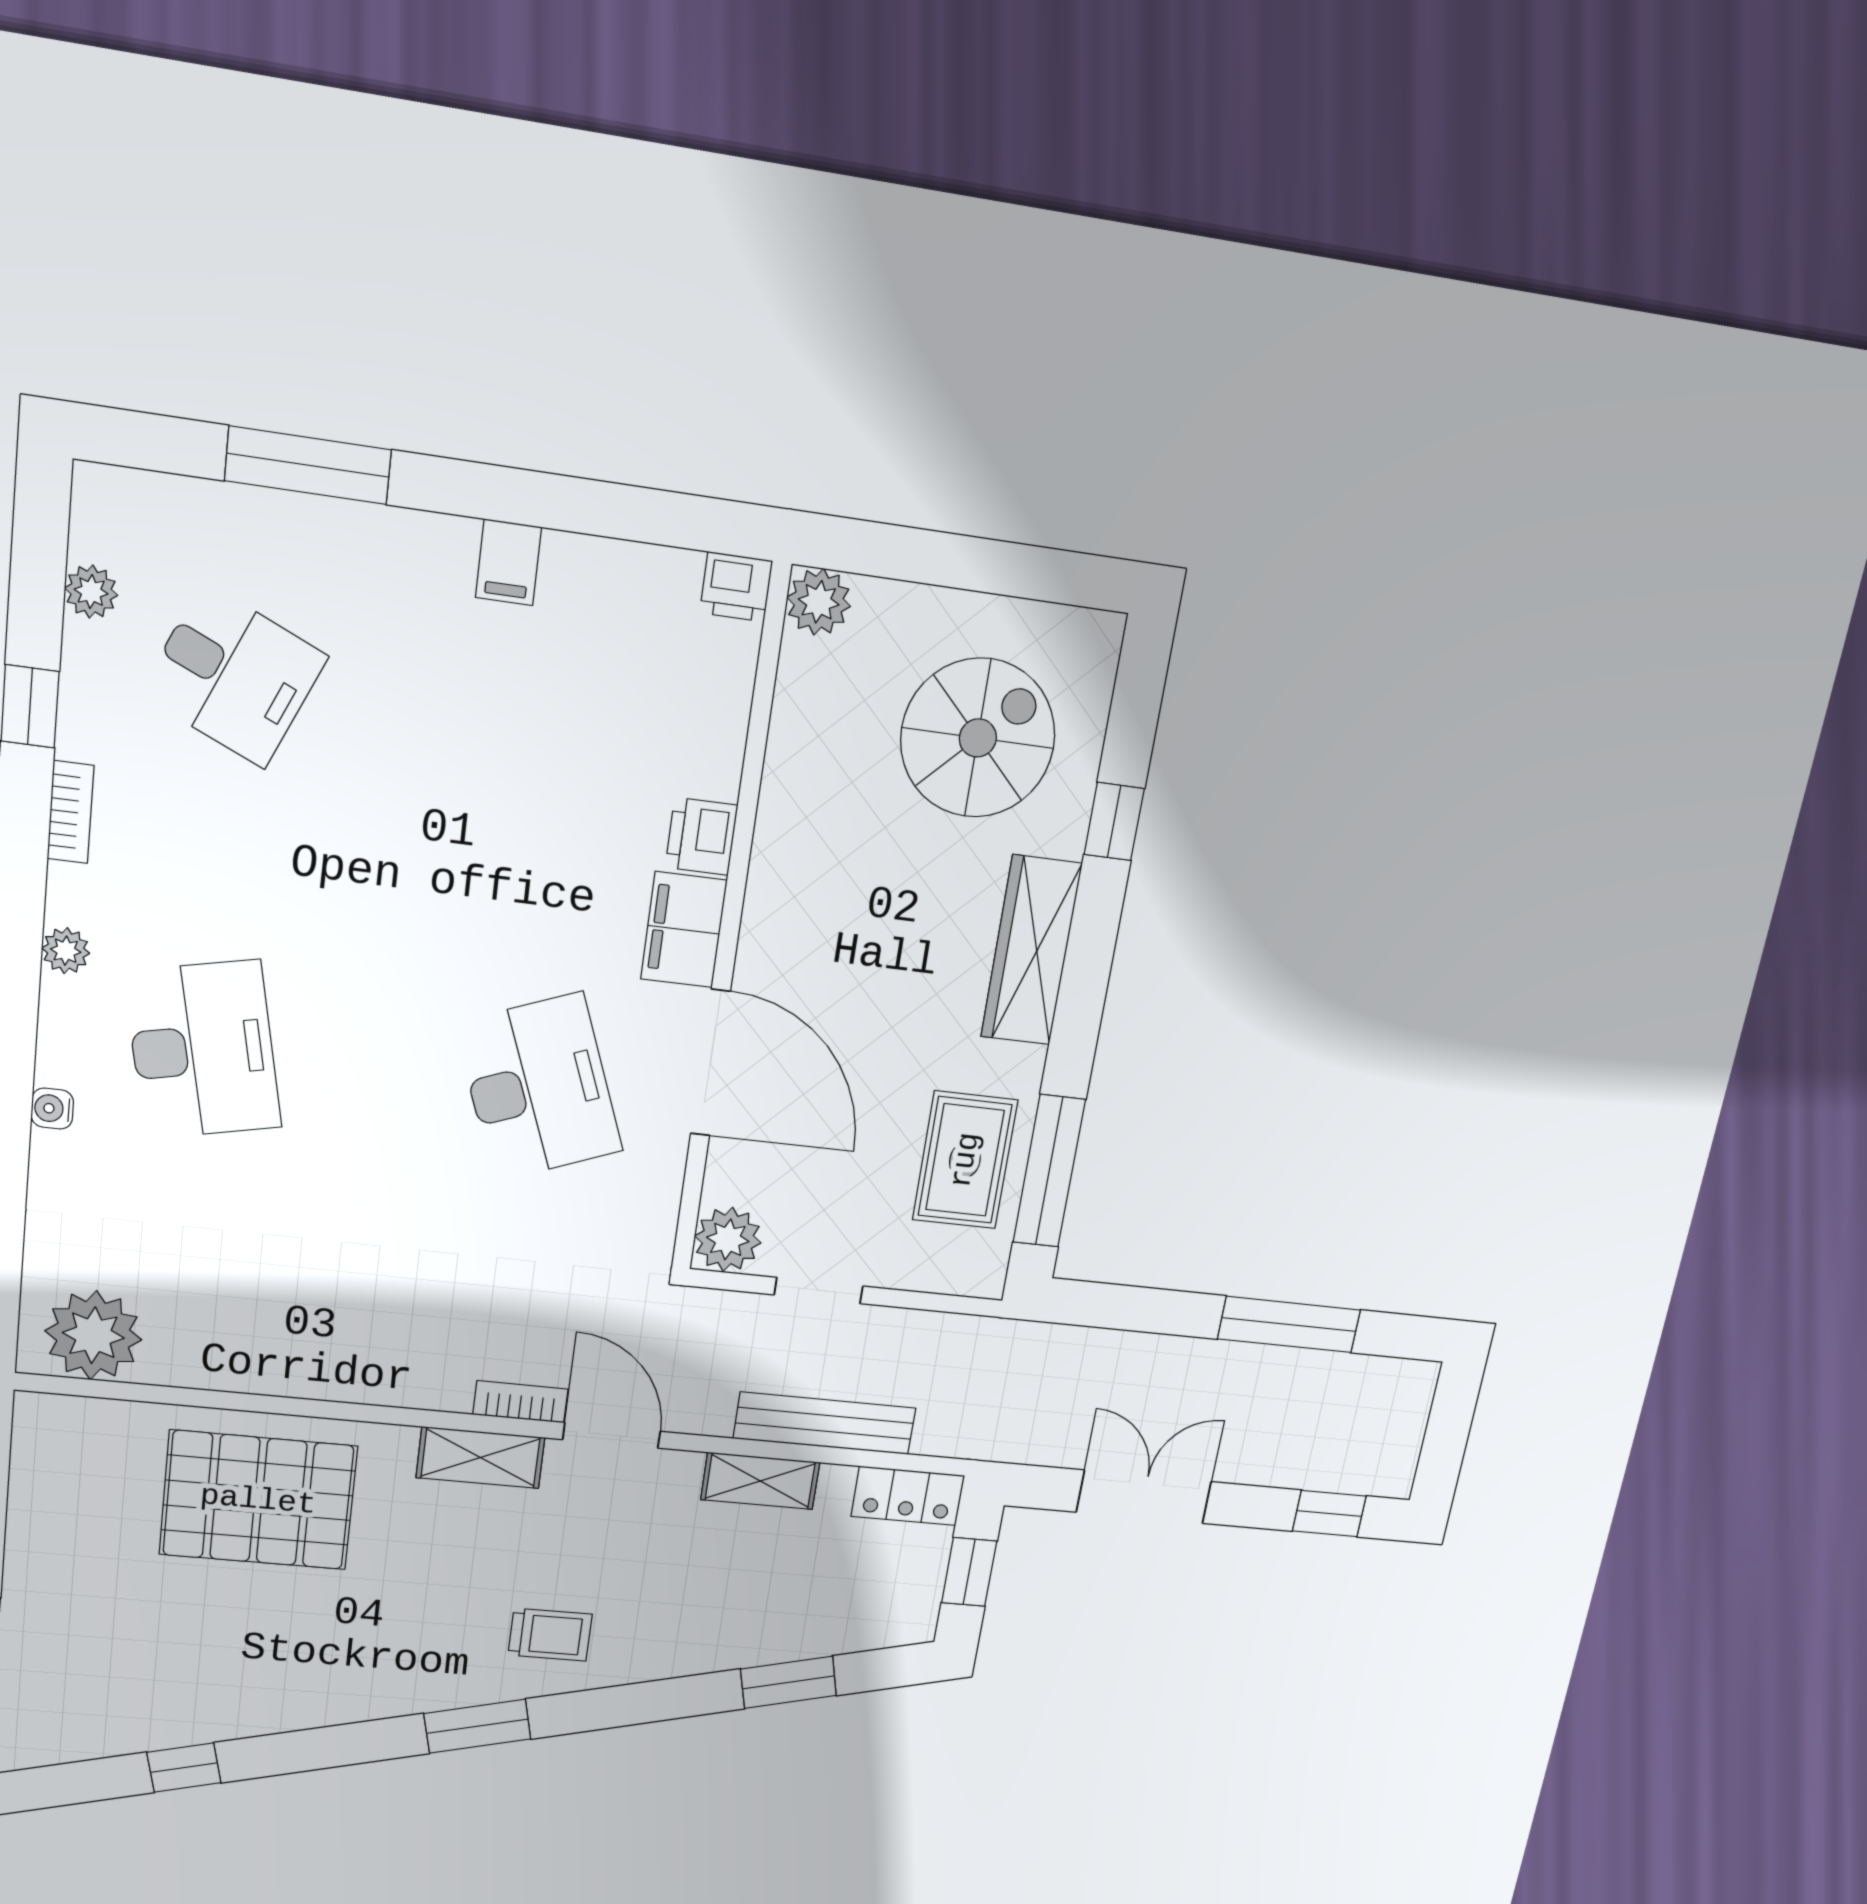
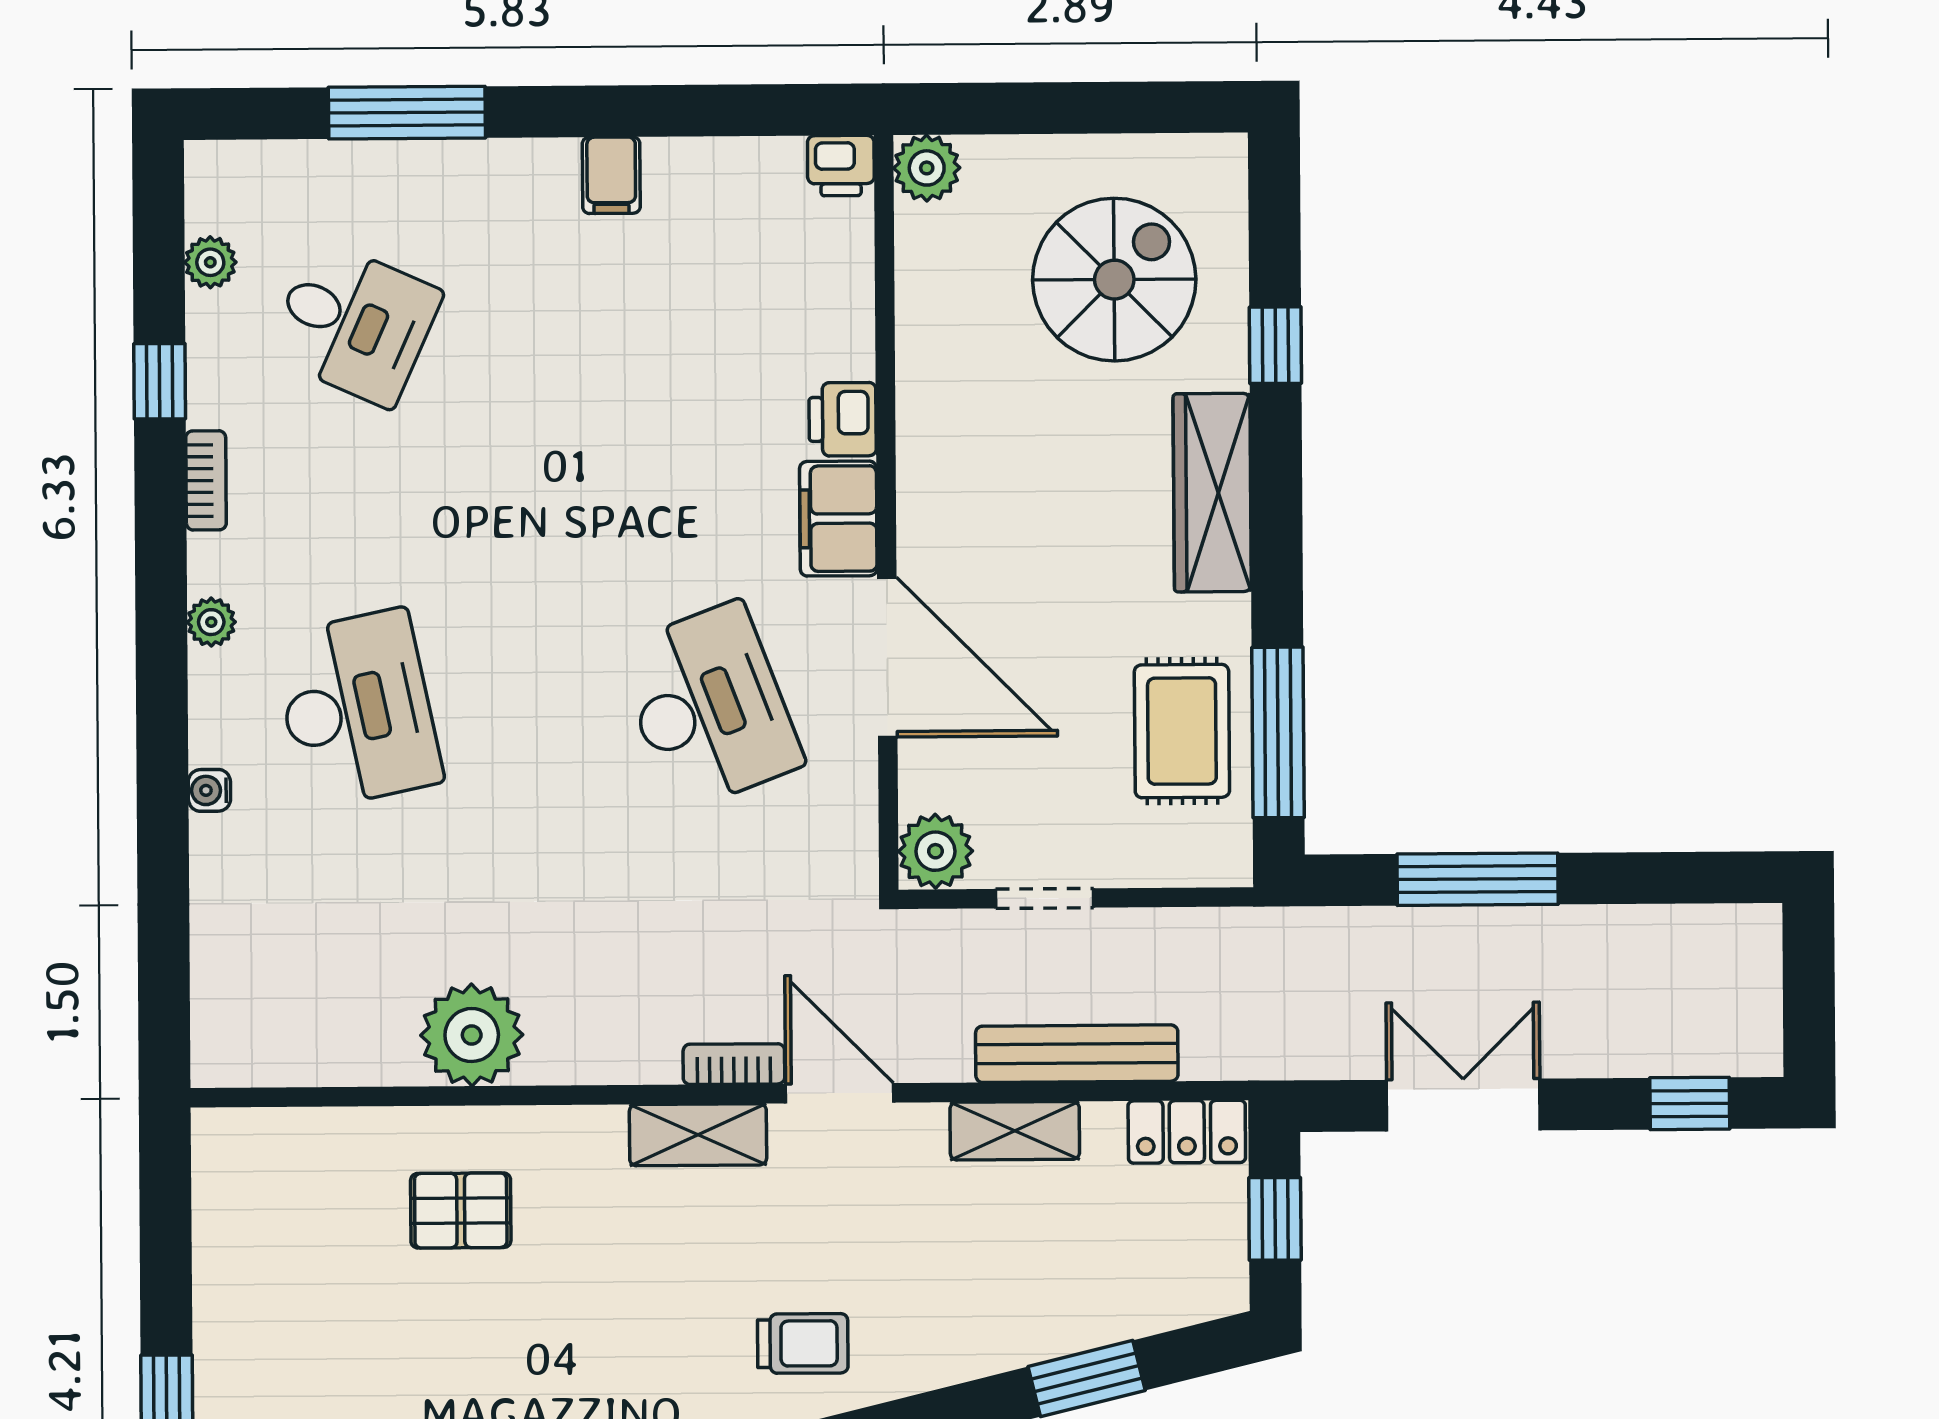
window: (1289, 1325) -> (1478, 879), moved
plant: (93, 1335) -> (472, 1035), moved
pallet: (258, 1500) -> (461, 1210), width x0.49, depth x0.50

